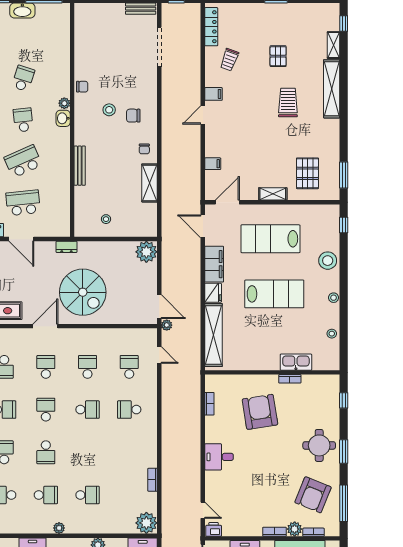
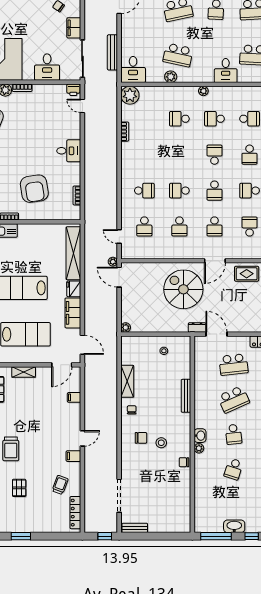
door: (21, 239) -> (216, 334), moved
plant: (146, 252) -> (126, 327), width x0.53, depth x0.53

